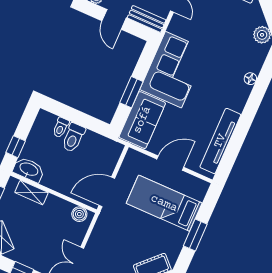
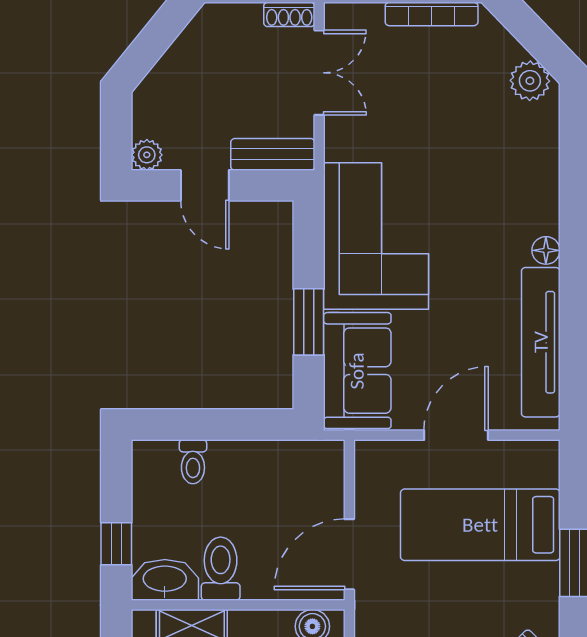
floor lamp: (250, 79) -> (546, 250), moved
toilet: (73, 138) -> (221, 569), moved, turned 180

